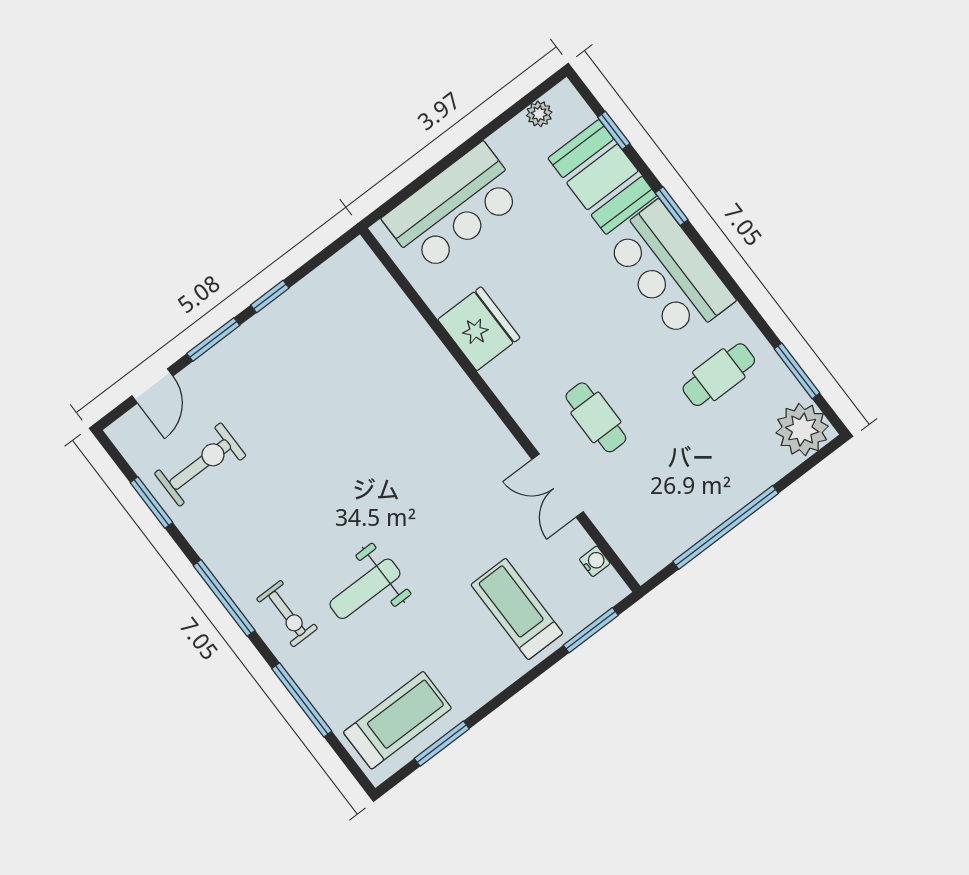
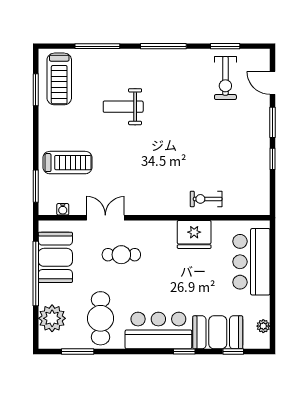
cafe table: (719, 375) -> (100, 318), width x1.37, depth x1.35
plant: (802, 430) -> (52, 318), moved
booth: (678, 516) -> (55, 257), added
weight bench: (365, 589) -> (123, 107), turned -90
exercise bike: (287, 614) -> (206, 199), moved

